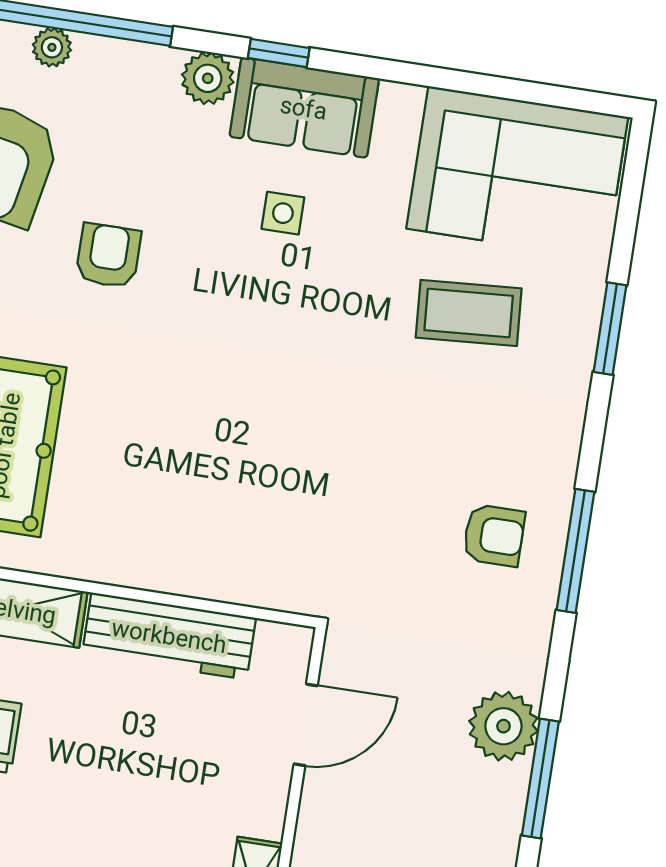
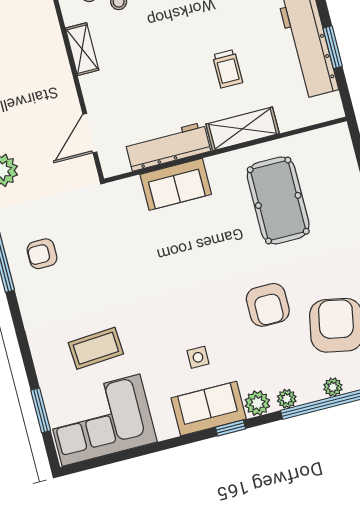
plant: (149, 63) -> (287, 399), added
armchair: (108, 256) -> (268, 305), width x1.38, depth x1.38
window: (610, 329) -> (41, 410), moved
sofa: (185, 558) -> (176, 184), added

